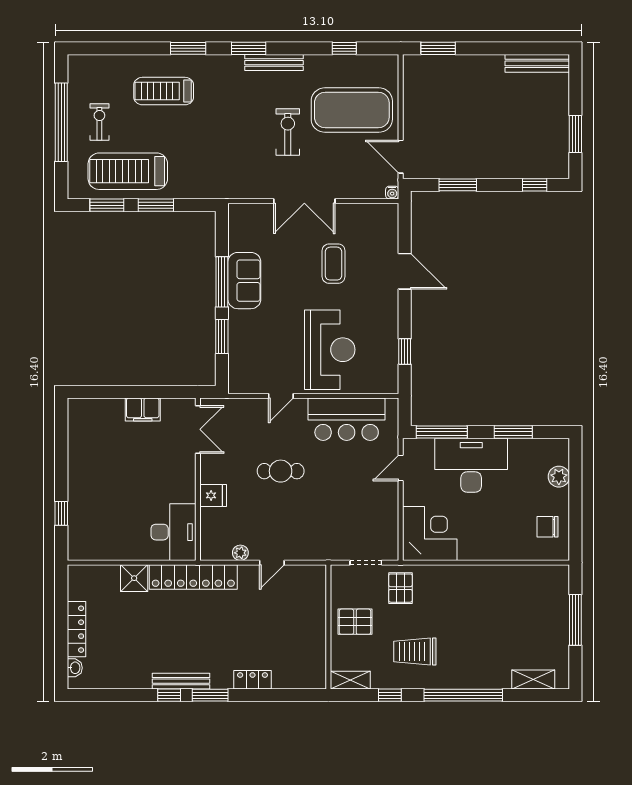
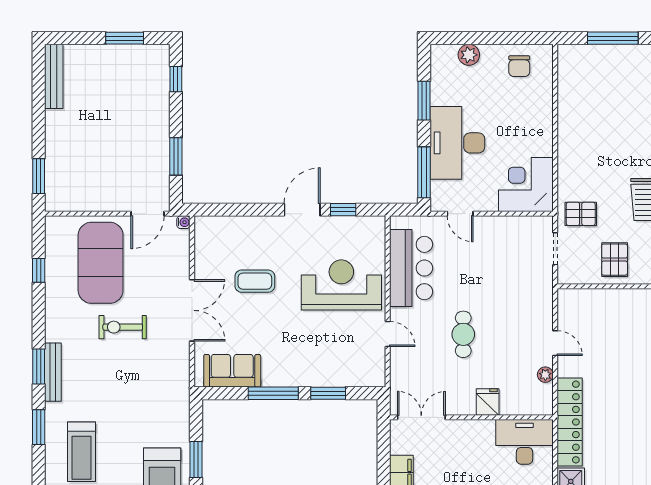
bench: (274, 63) -> (53, 372), moved
door: (405, 271) -> (302, 210), moved
sofa: (244, 281) -> (232, 371), moved

